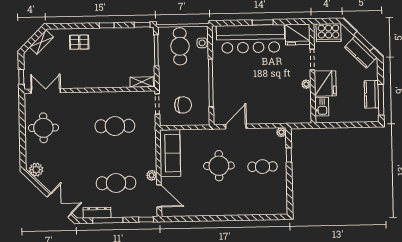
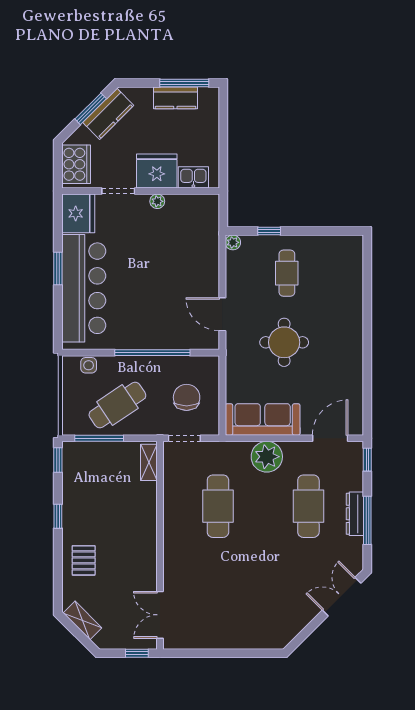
cafe table: (180, 46) -> (117, 405), moved, turned -34
round table: (43, 128) -> (219, 620), removed
plant: (36, 170) -> (285, 633), removed
plant: (152, 175) -> (267, 457), moved, width x1.88, depth x1.88
dresser: (97, 213) -> (355, 514), moved

